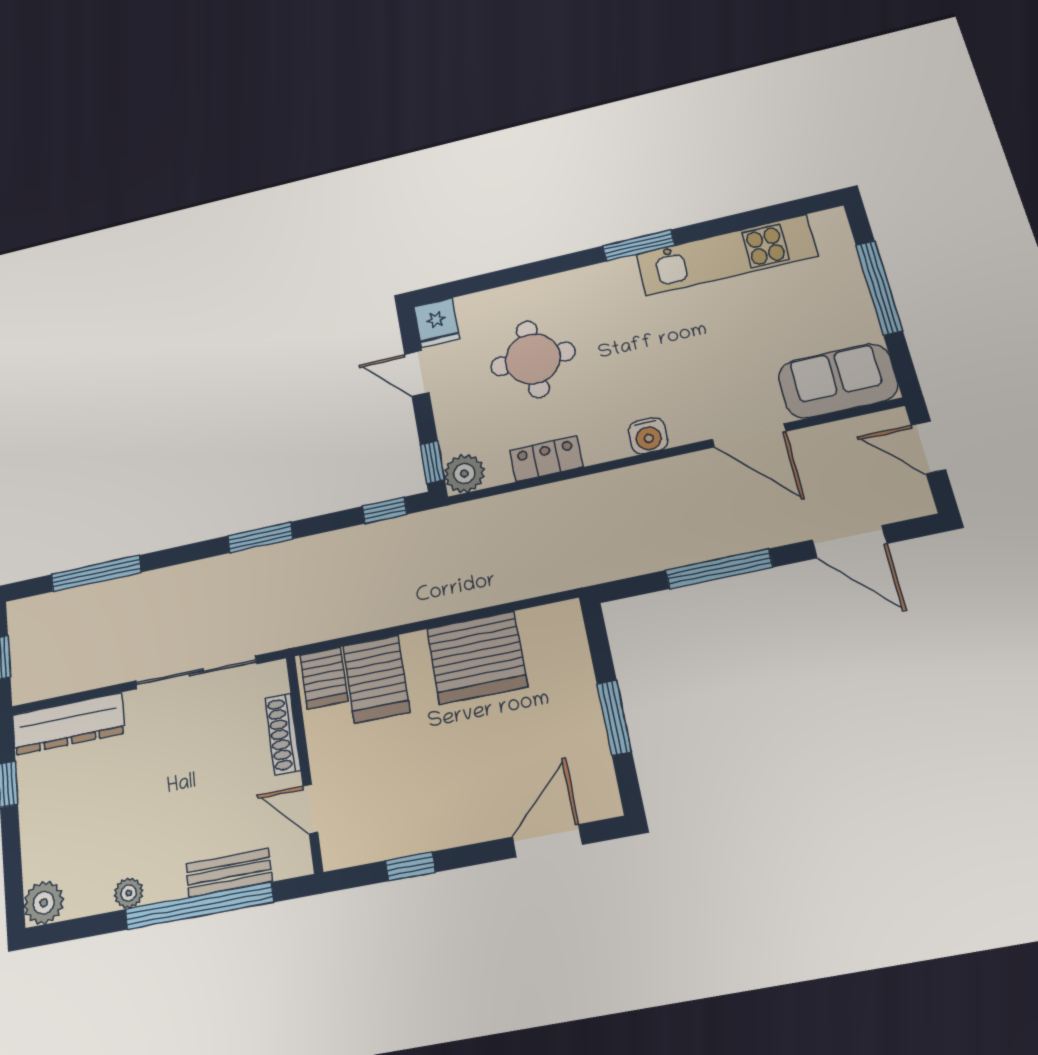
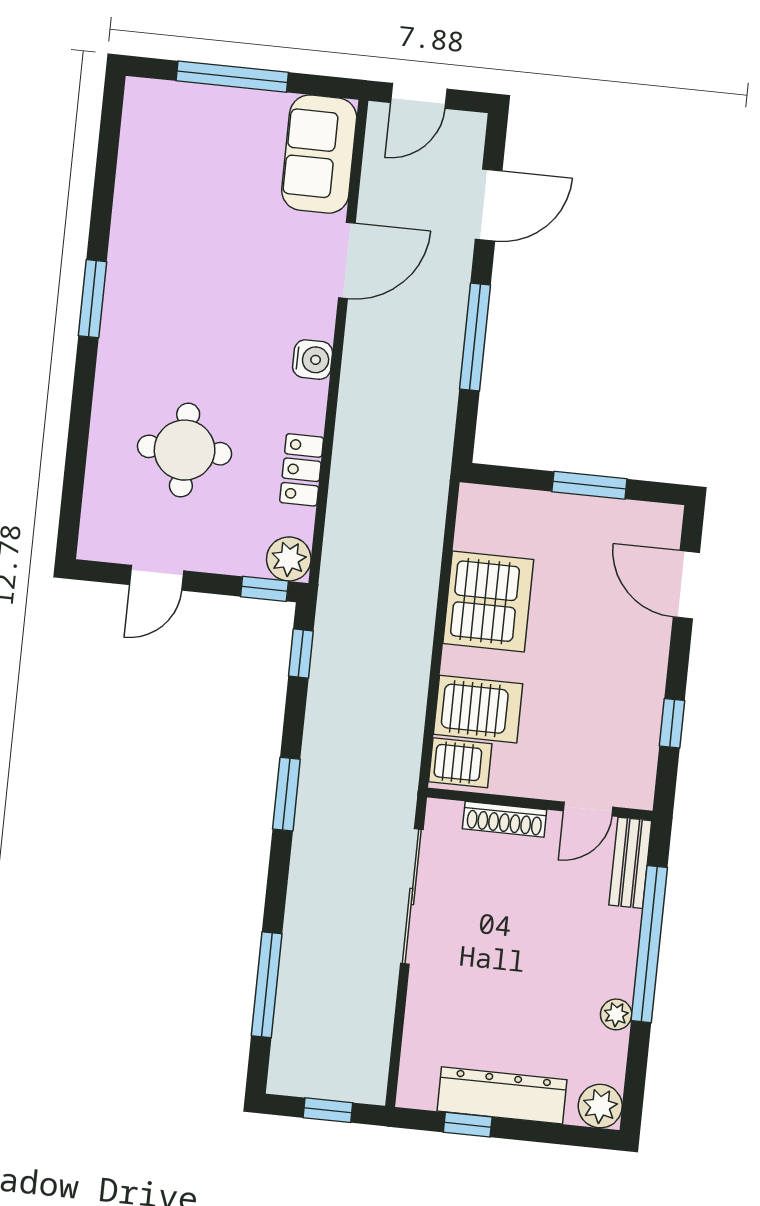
kitchen unit: (726, 255) -> (138, 214), removed
fridge: (437, 323) -> (104, 540), removed
dresser: (68, 724) -> (502, 1095), moved, turned -90
bench: (229, 873) -> (630, 863), moved

